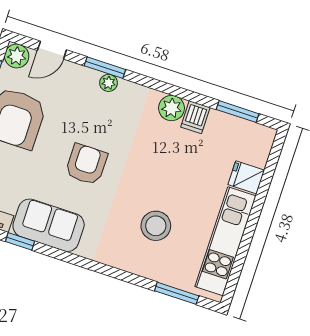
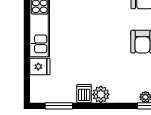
stool: (156, 226) -> (86, 18), removed

